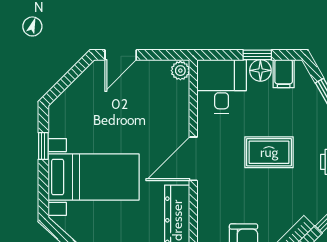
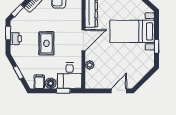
window: (257, 55) -> (63, 91), moved
plant: (180, 71) -> (90, 65), moved
rug: (269, 152) -> (46, 43), turned 90

